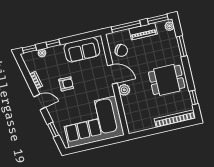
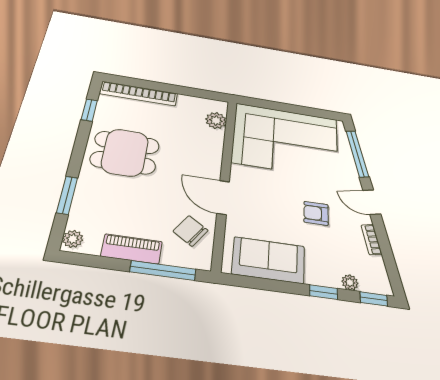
window: (158, 19) -> (90, 261), removed
plant: (124, 90) -> (216, 121), moved
window: (53, 130) -> (357, 154), width x2.17

